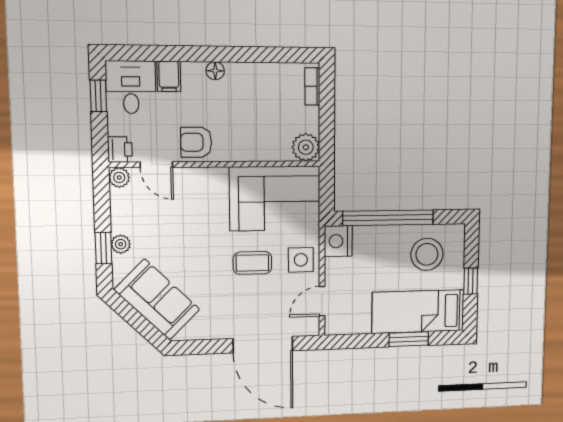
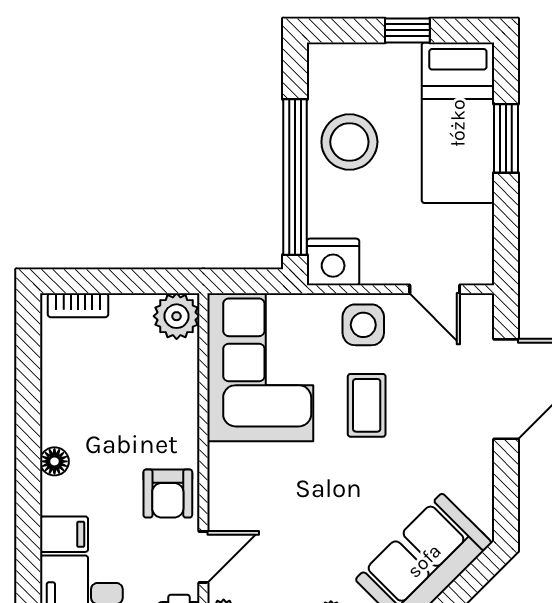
stool: (427, 254) -> (349, 142), moved

